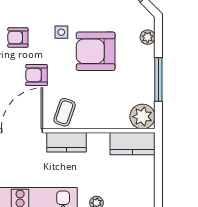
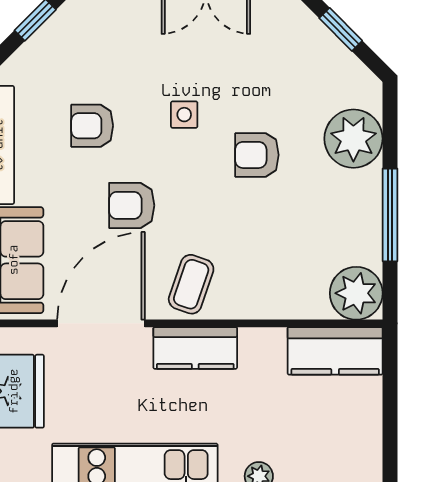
plant: (148, 37) -> (353, 139), width x1.87, depth x1.87
armchair: (96, 51) -> (257, 155), width x0.53, depth x0.53

